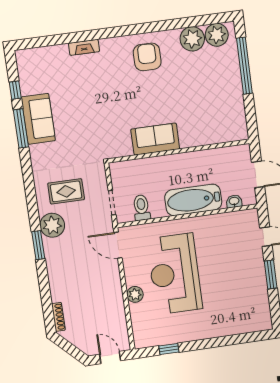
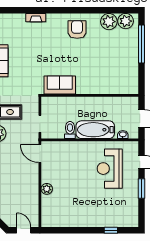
sofa: (155, 139) -> (60, 85), moved
toilet: (141, 208) -> (70, 130), moved
reception desk: (175, 274) -> (110, 169), moved, width x0.74, depth x0.77
window: (169, 349) -> (111, 230), moved

